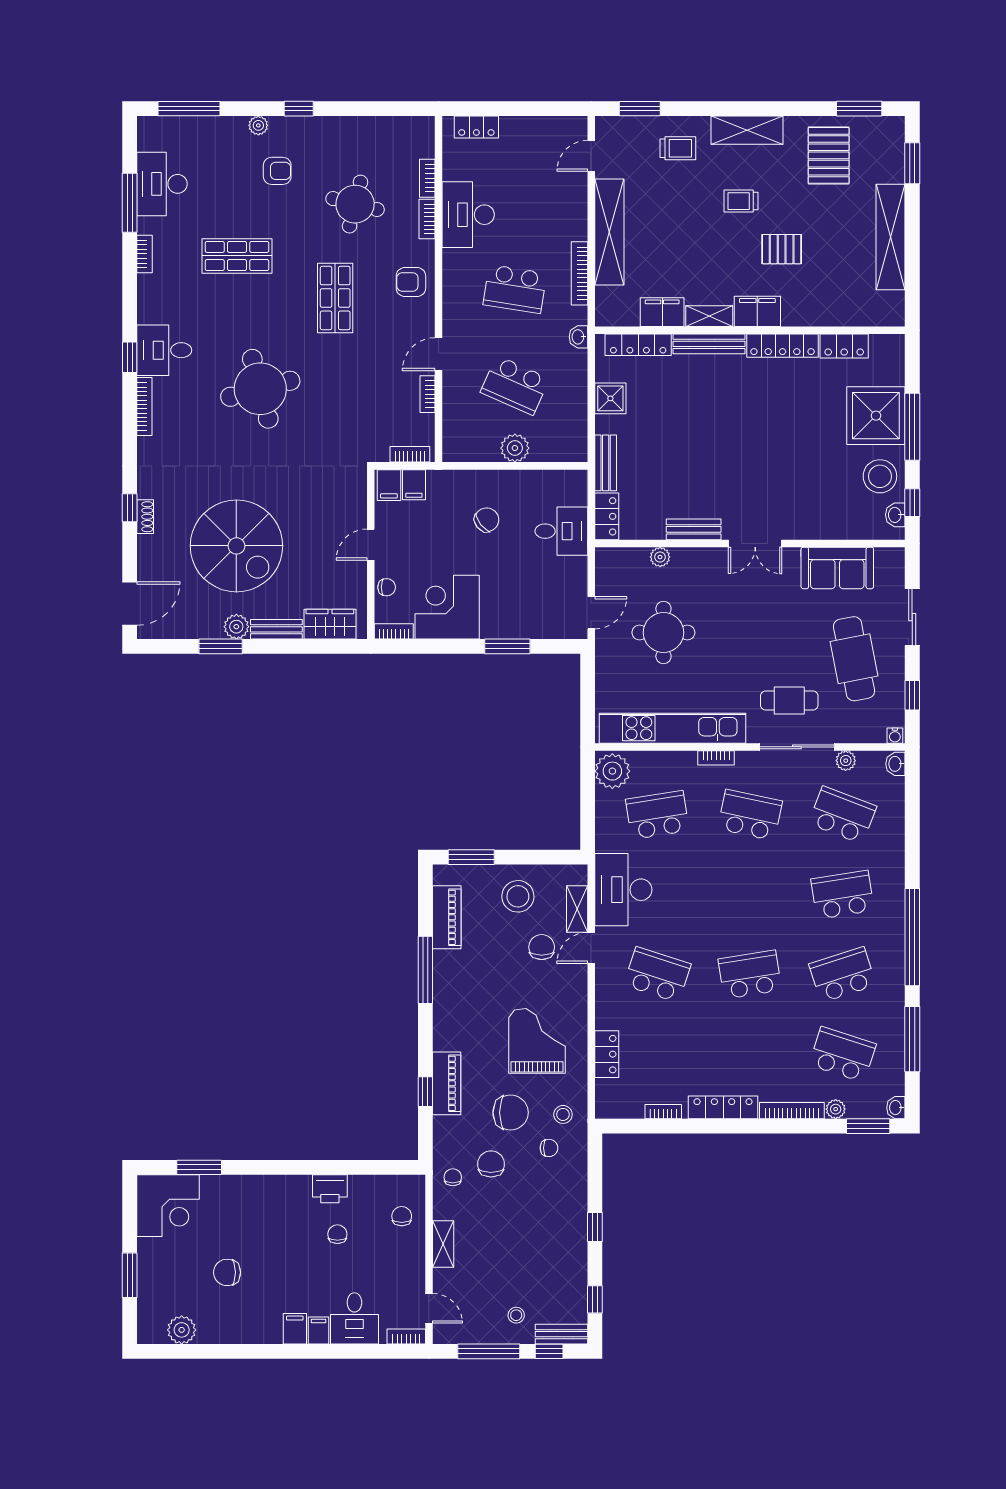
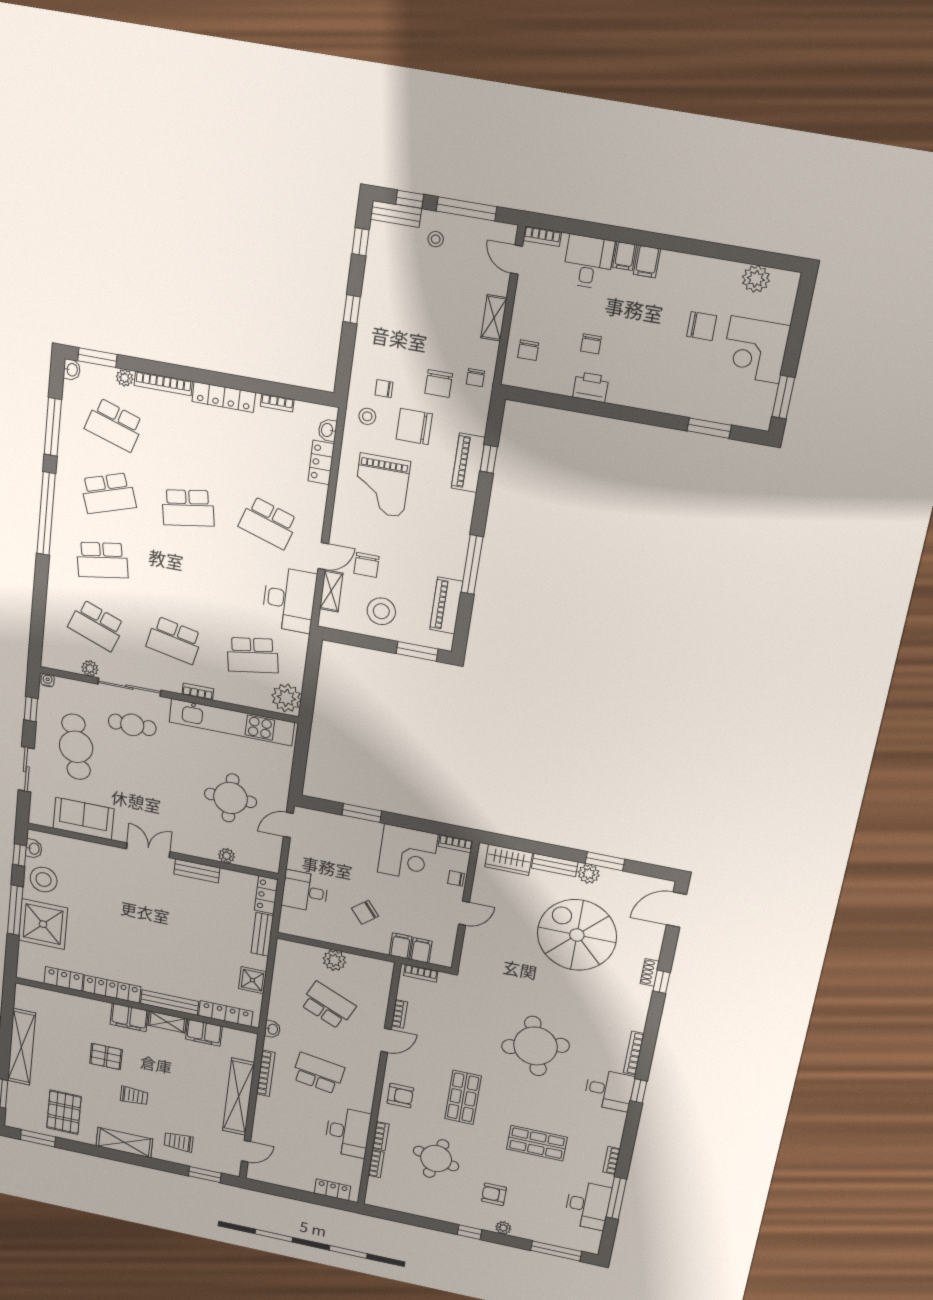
filing cabinet: (389, 485) -> (400, 946), moved
washbasin: (895, 764) -> (328, 430), moved, turned 180
corner desk: (168, 1206) -> (755, 350), moved, turned -90
window: (130, 1275) -> (783, 397), moved

